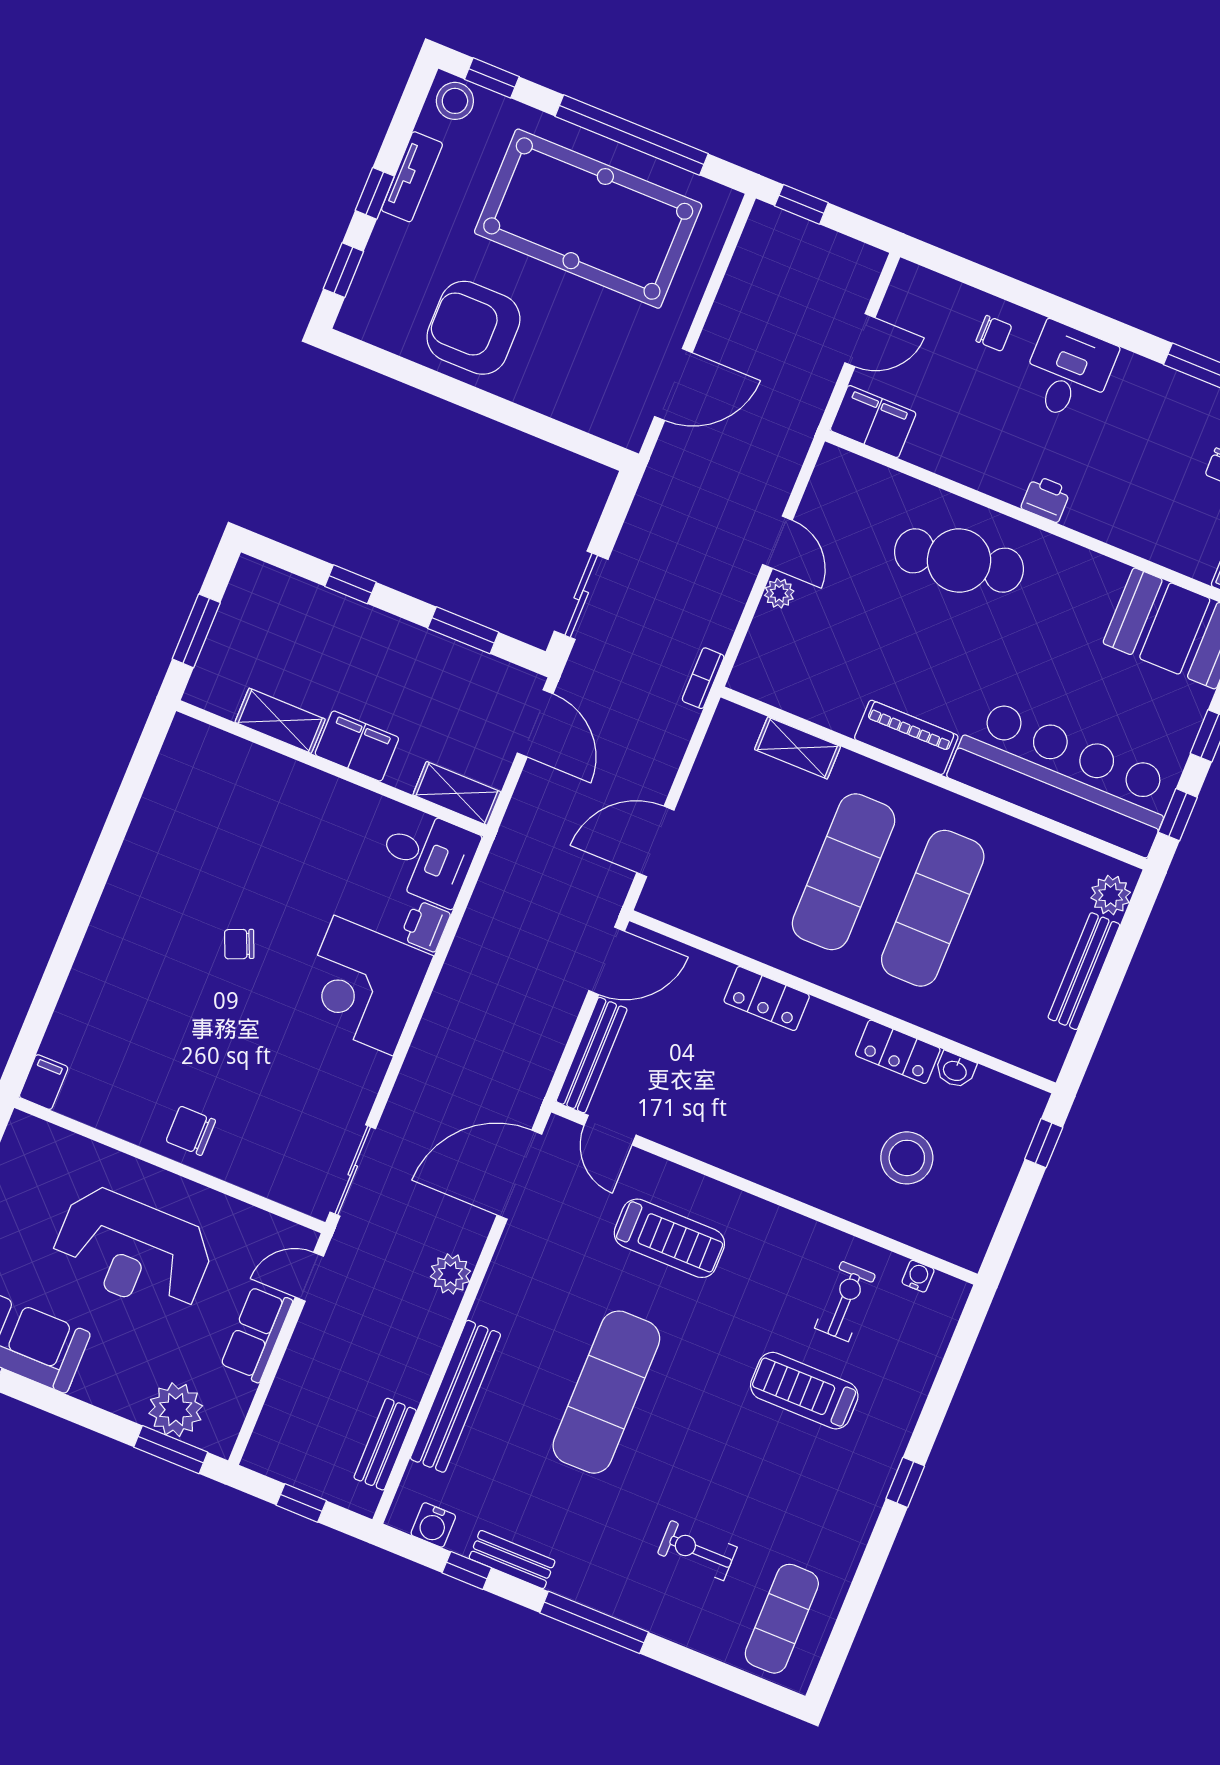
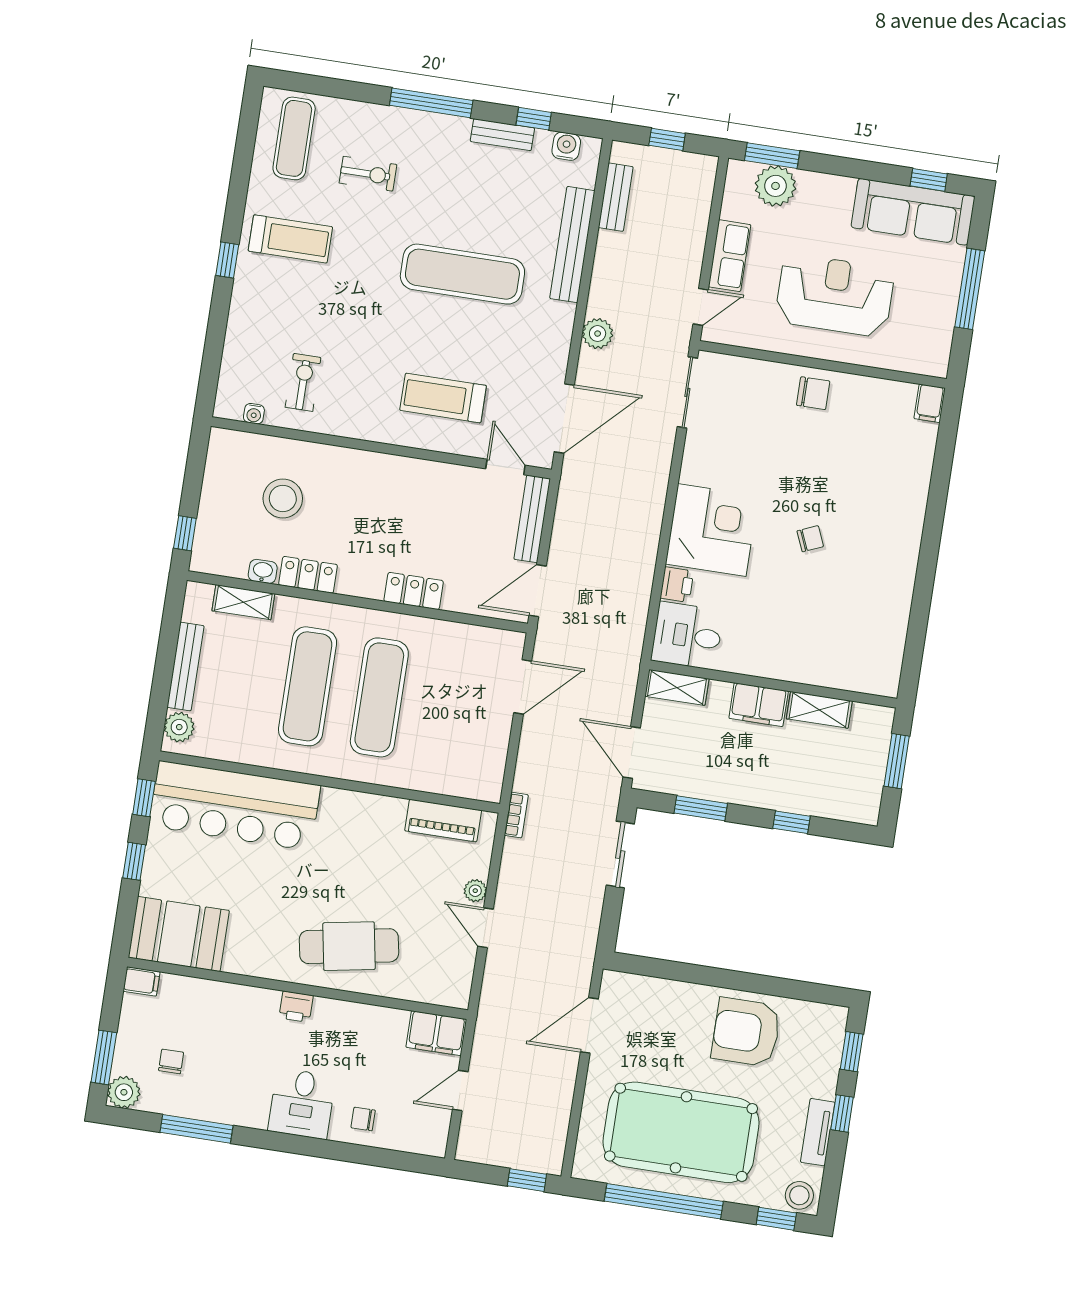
armchair: (473, 328) -> (746, 1032), turned 180
piano: (906, 737) -> (443, 820), moved
shelving: (797, 748) -> (243, 602), moved
exercise bike: (845, 1301) -> (303, 382), turned 180
treadmill: (804, 1391) -> (290, 239), moved
exercise mat: (606, 1392) -> (462, 274), turned 90

